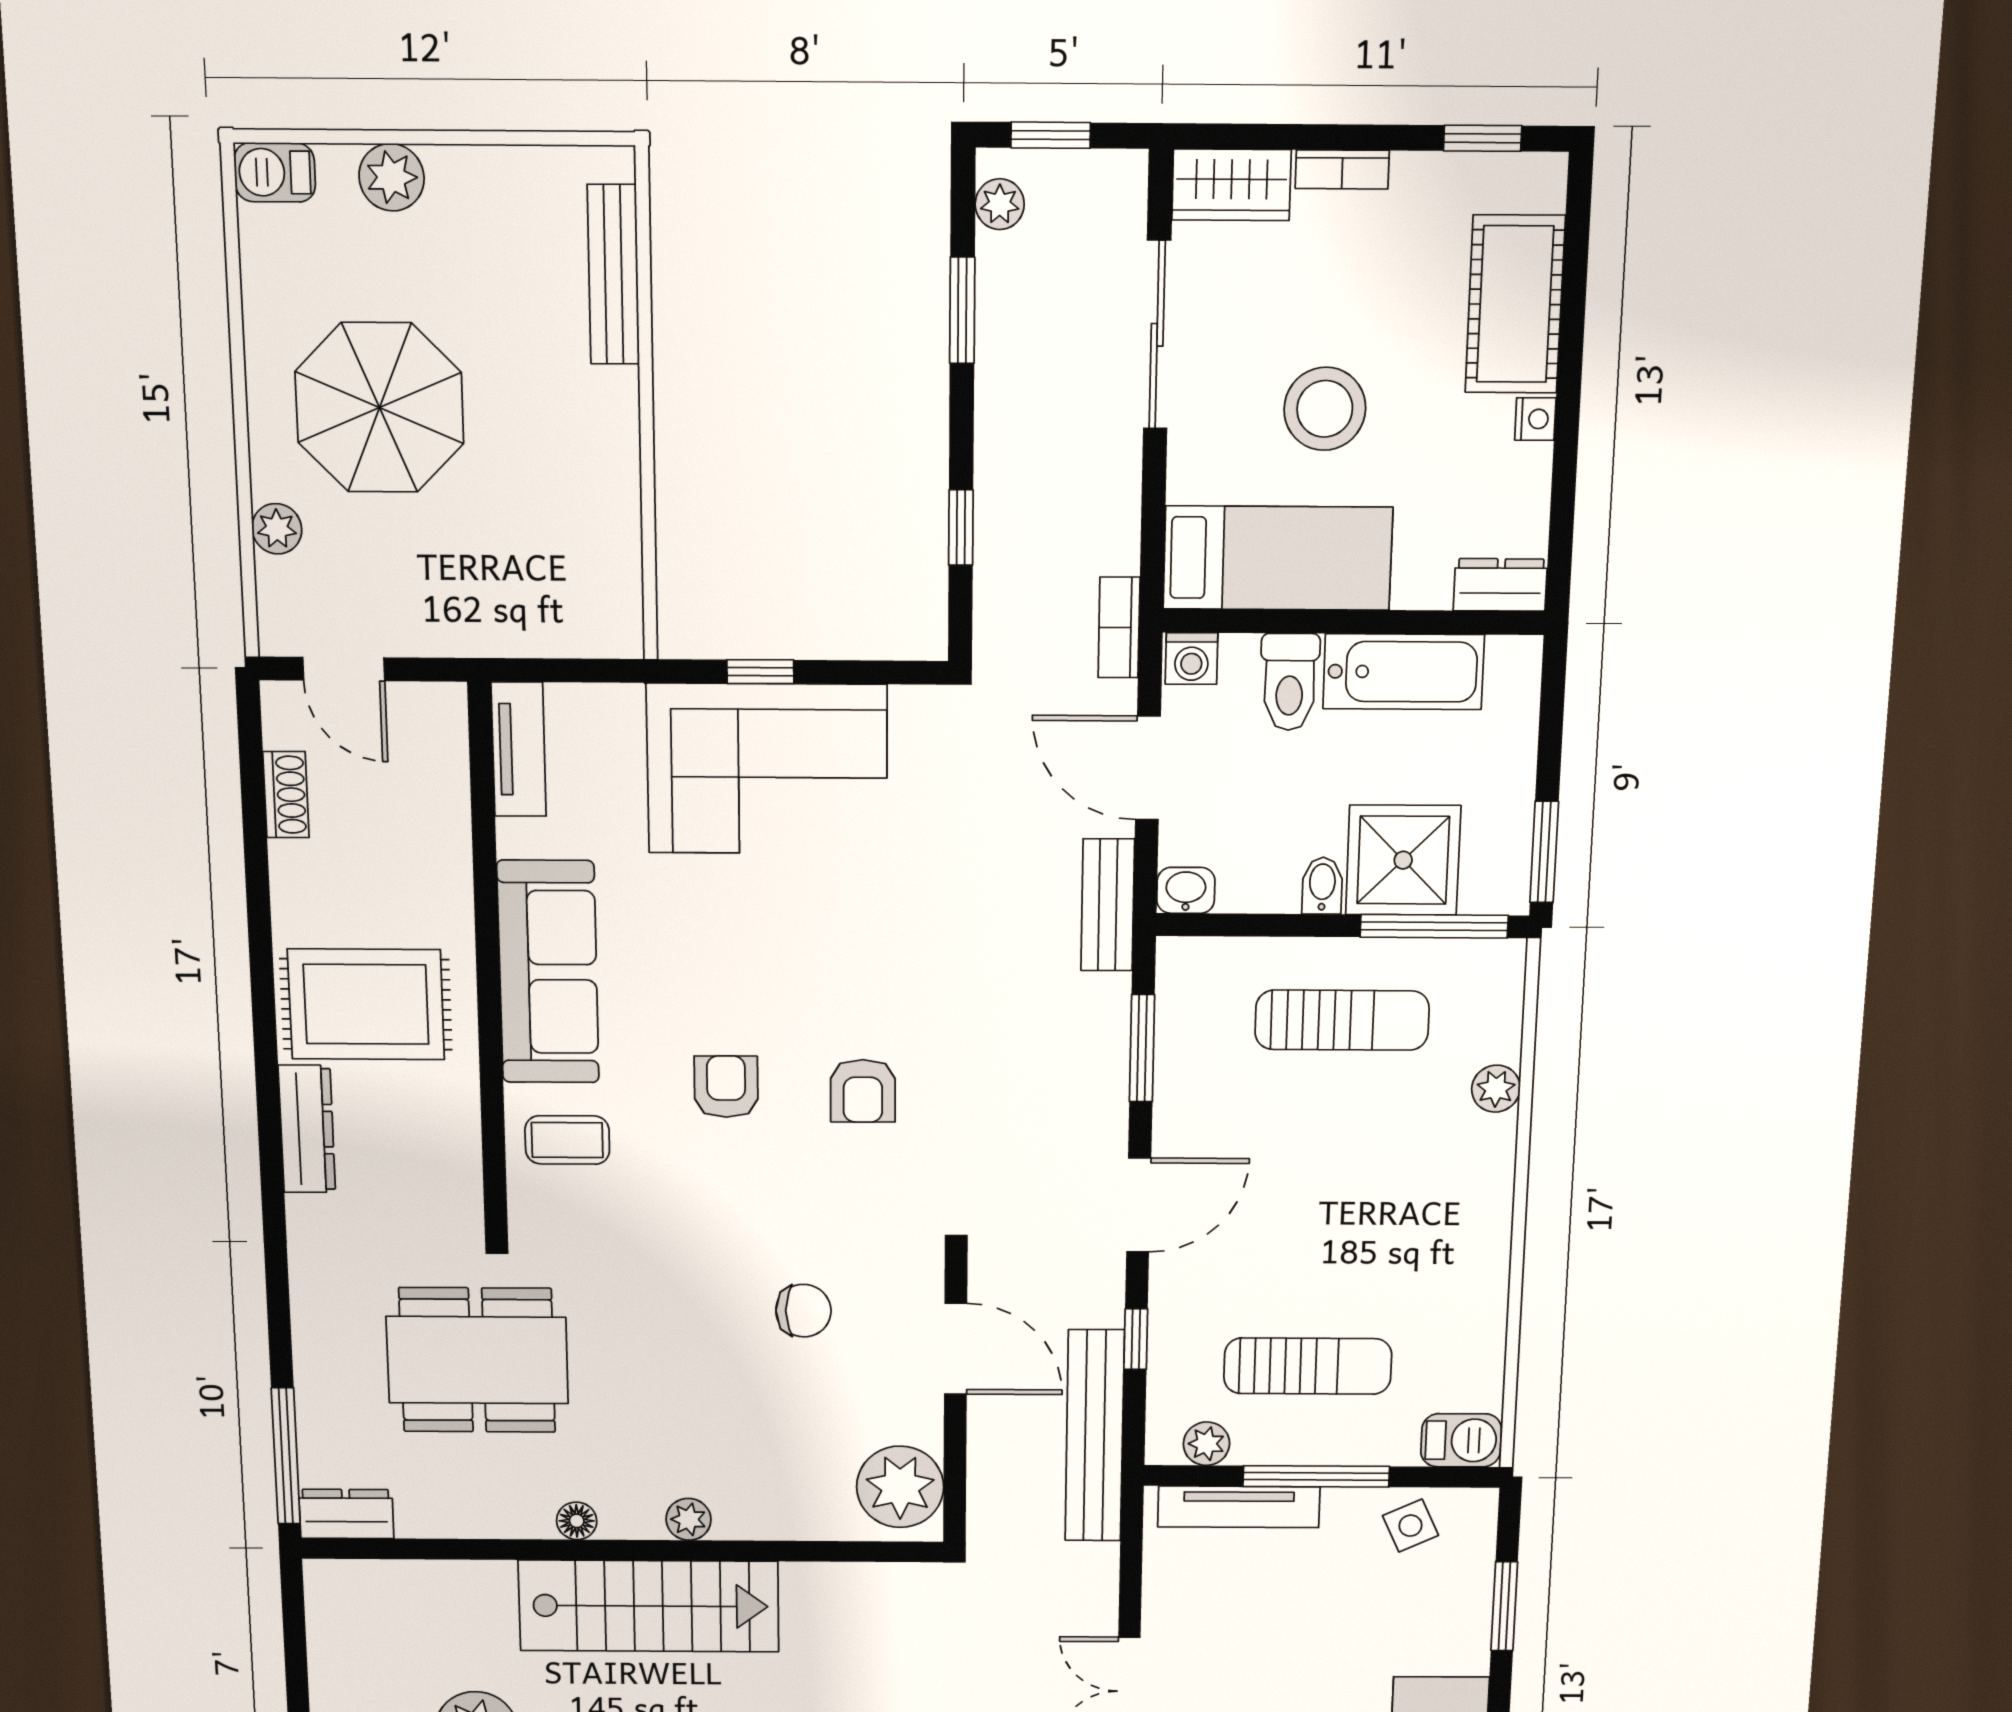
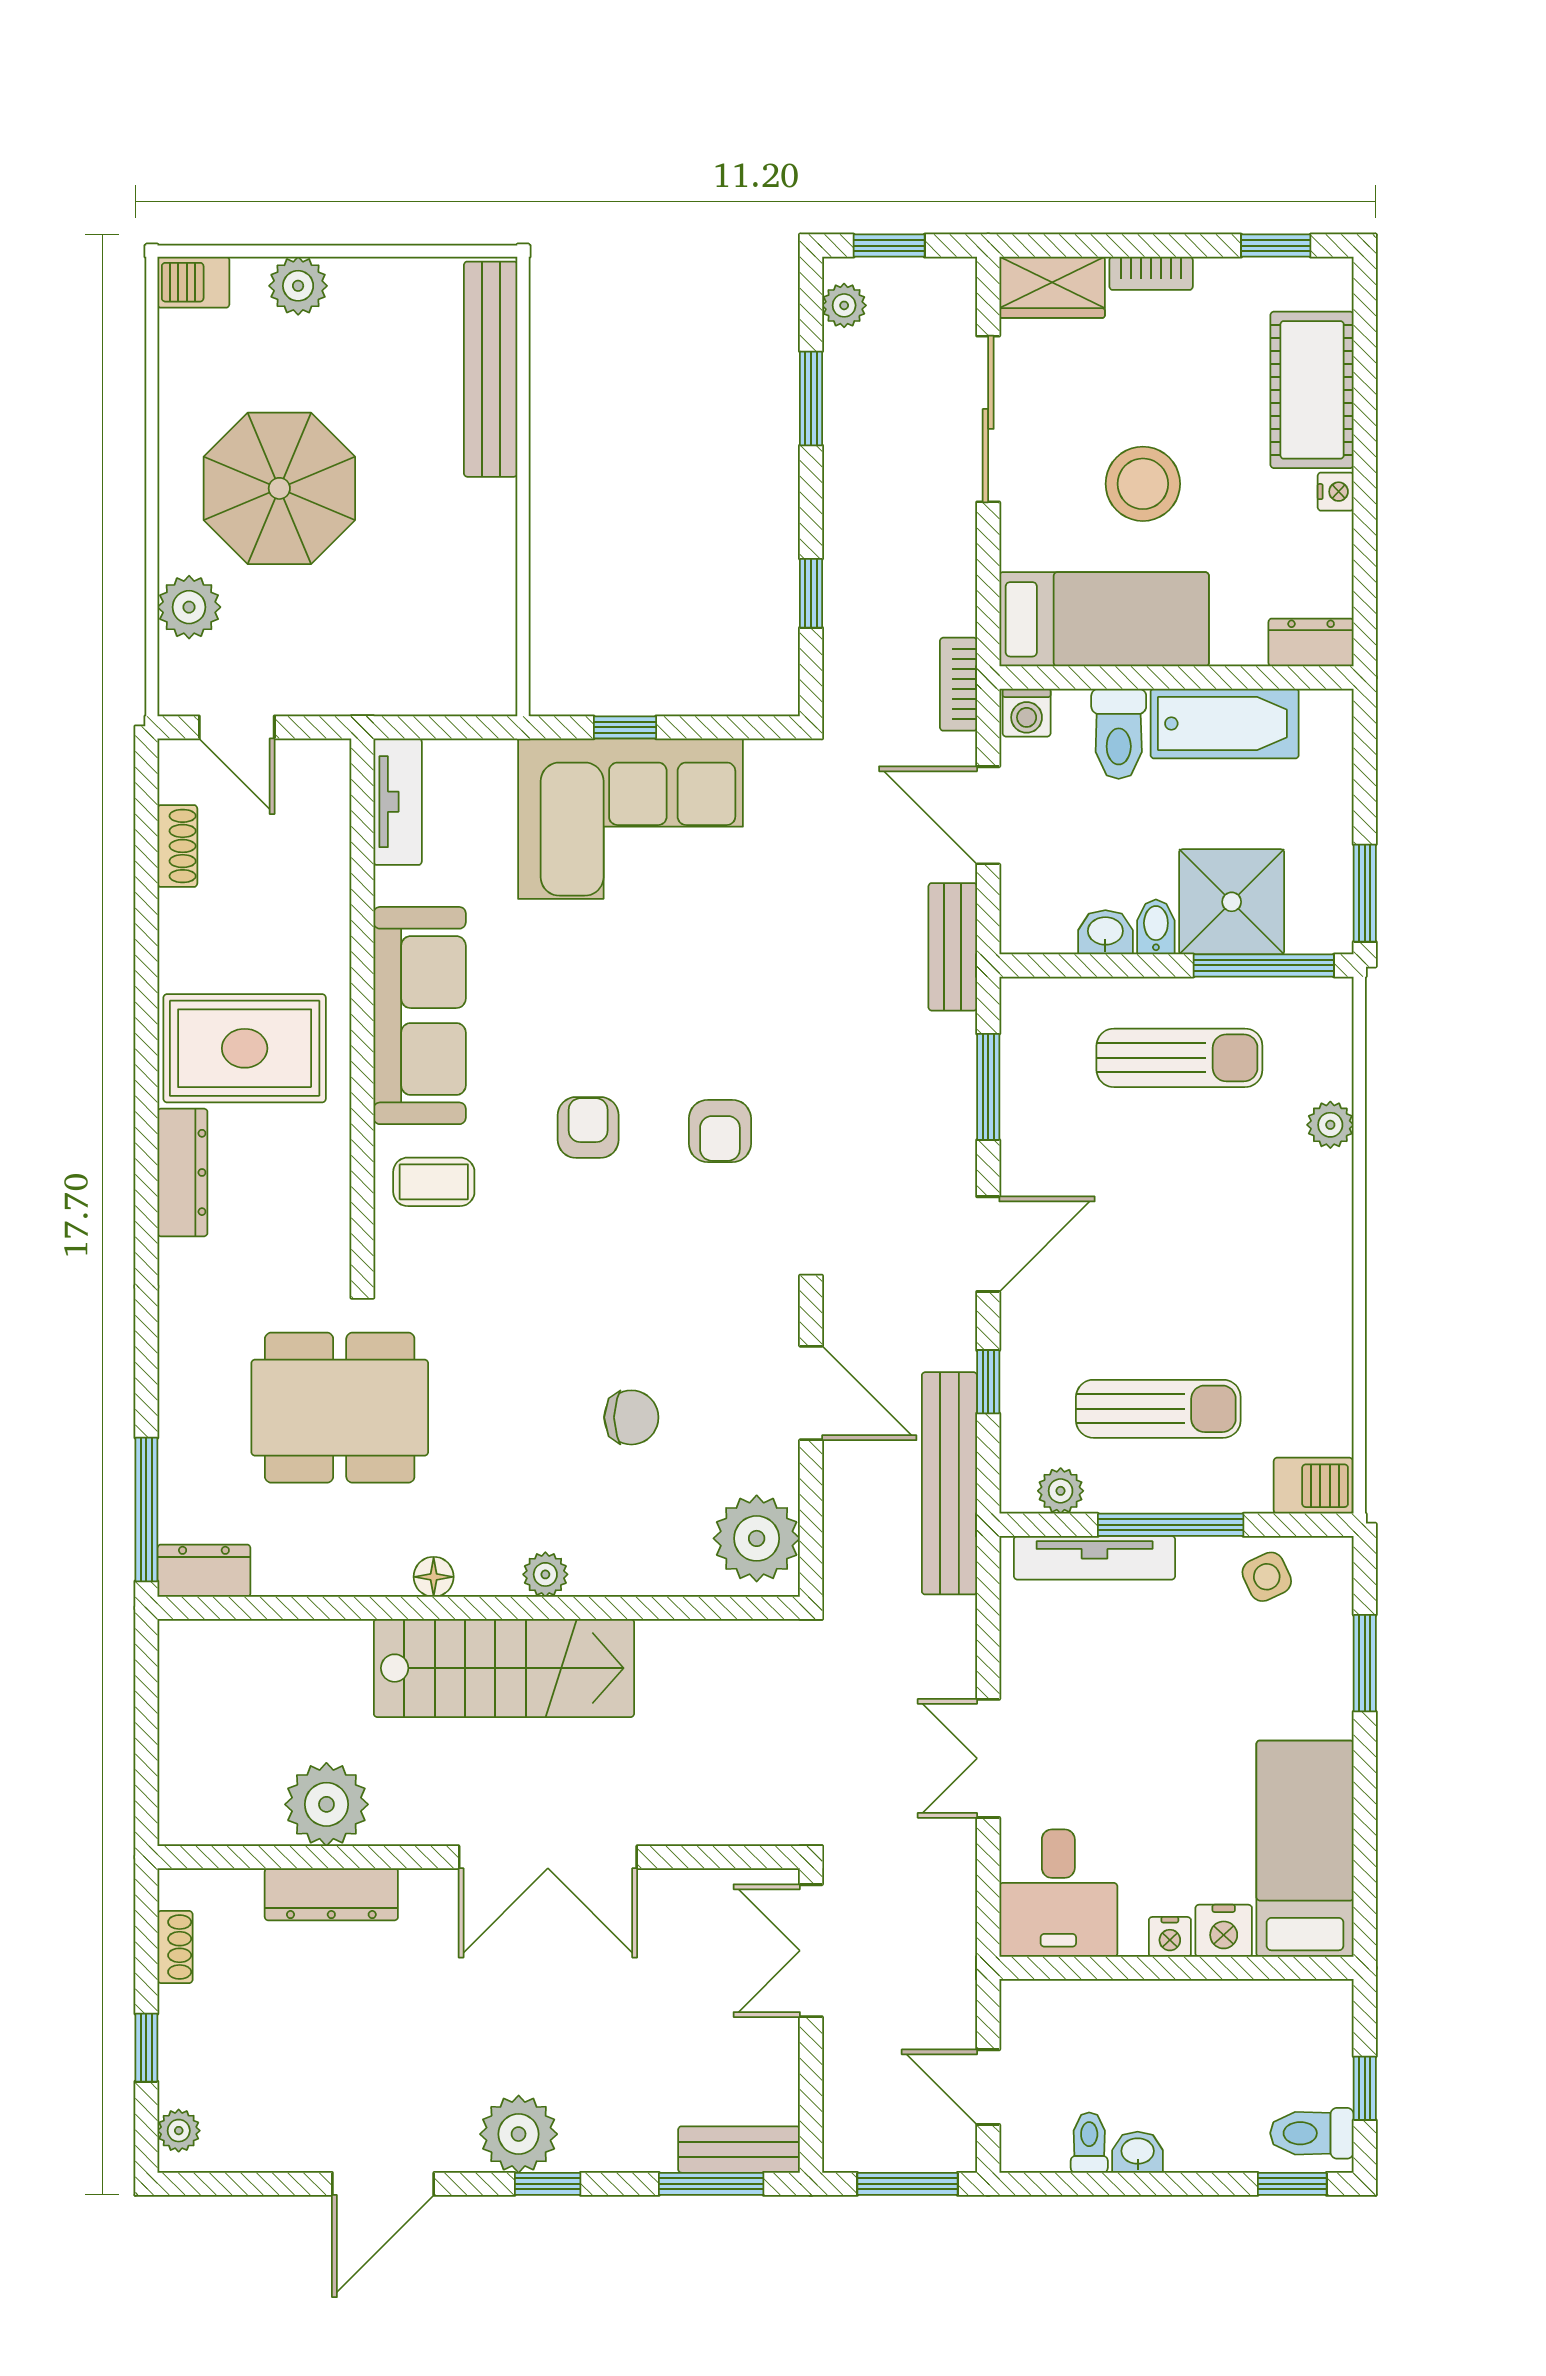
bench: (613, 275) -> (491, 369), width x1.37, depth x1.21
plant: (277, 529) -> (189, 607), width x1.38, depth x1.38
washbasin: (1186, 890) -> (1105, 932), moved
chair: (803, 1311) -> (631, 1417), moved

